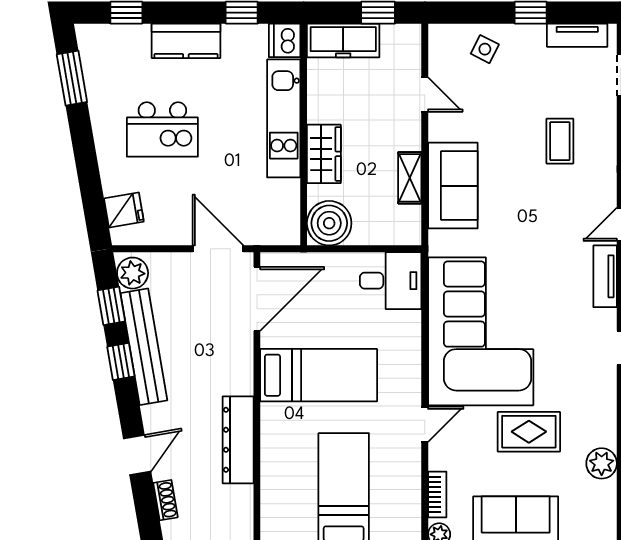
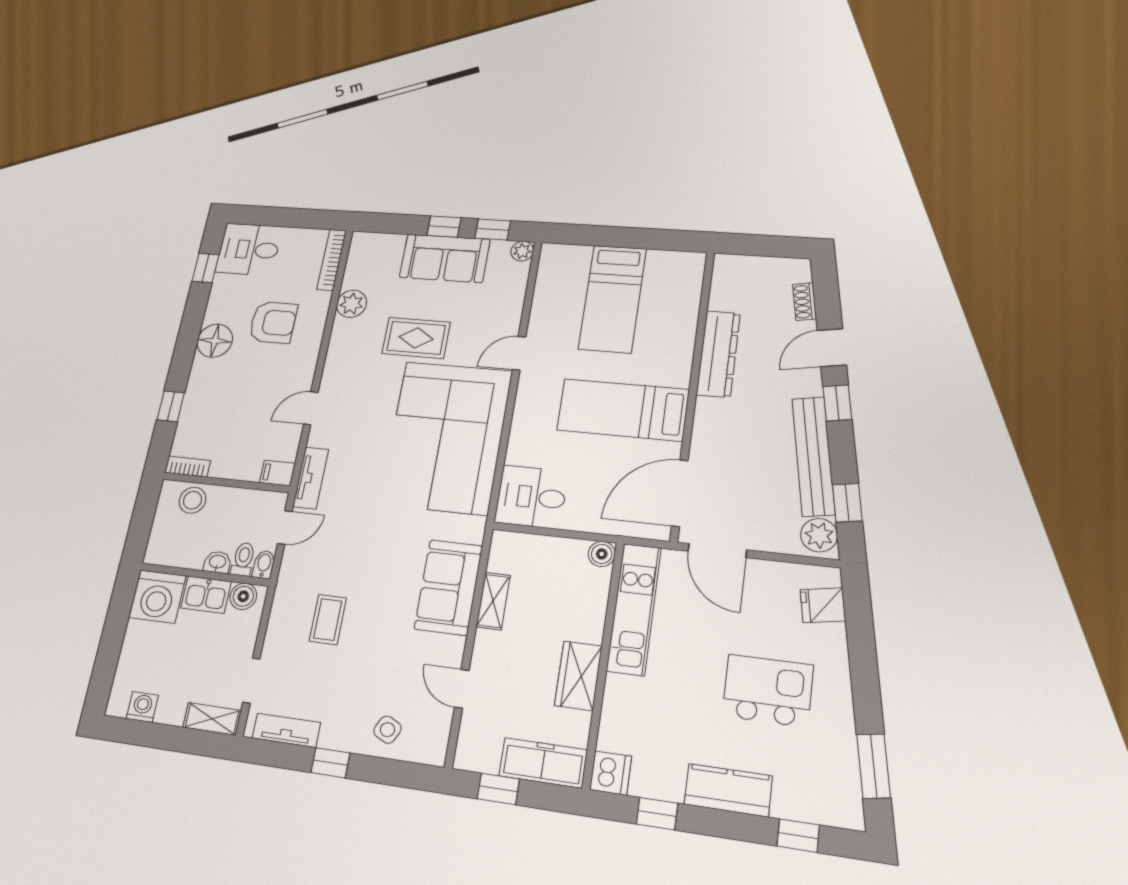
kitchen unit: (284, 118) -> (634, 609), moved
wardrobe: (324, 154) -> (578, 676), moved
boiler: (329, 223) -> (602, 554), width x0.54, depth x0.54
window: (121, 362) -> (837, 403), moved
bookcase: (437, 495) -> (518, 287), removed

